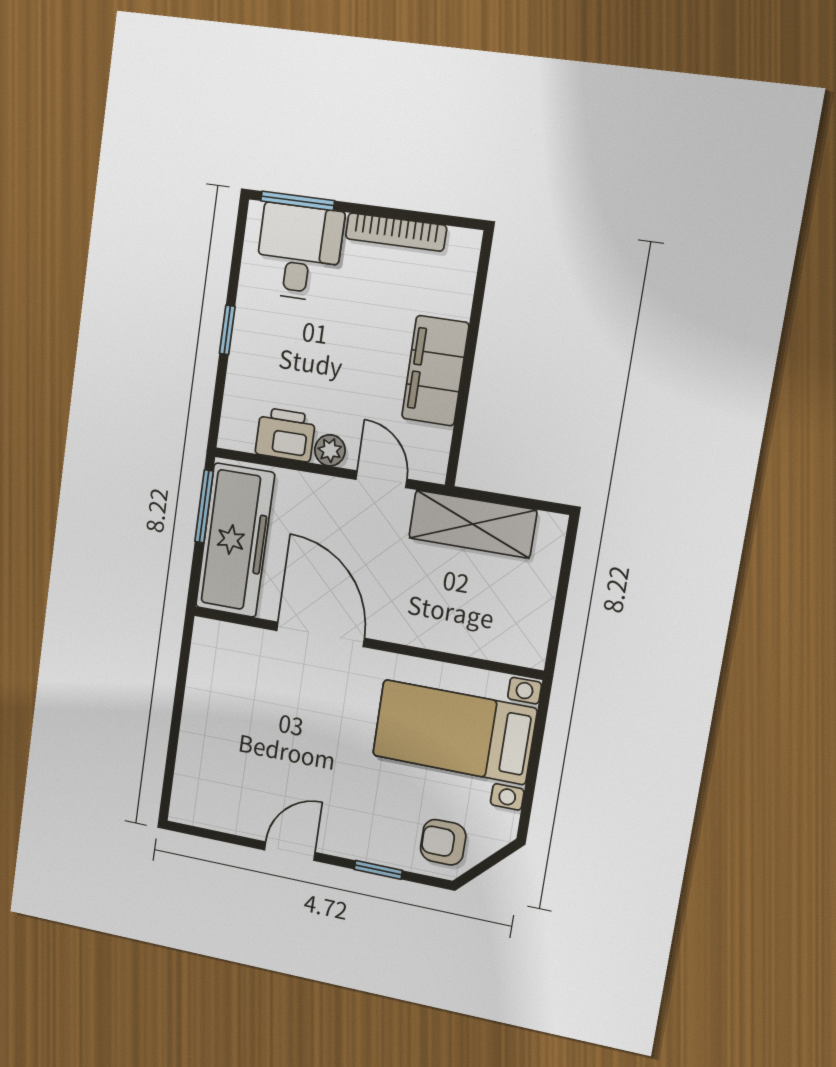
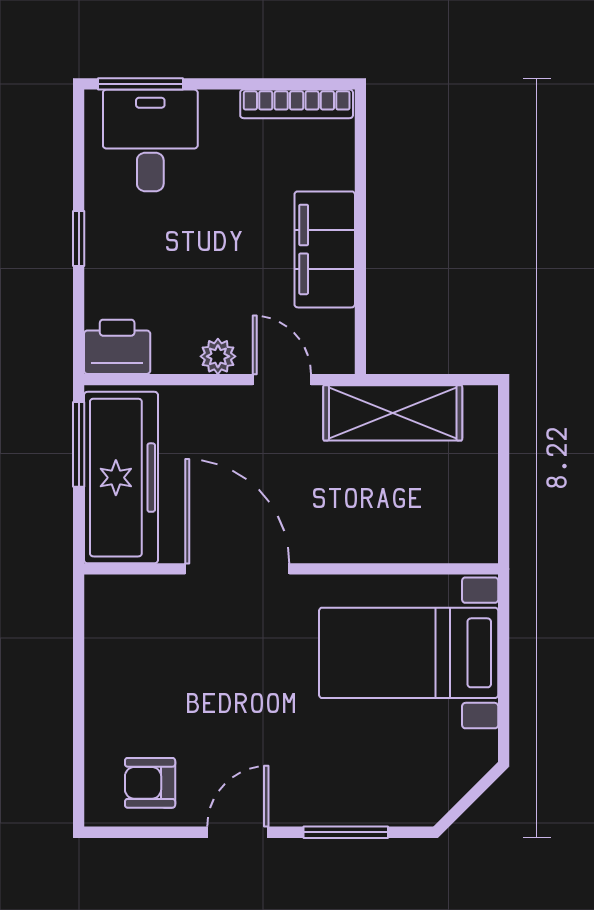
bookcase: (396, 232) -> (297, 104), moved
printer: (285, 435) -> (117, 347), moved
armchair: (443, 842) -> (150, 783), moved
window: (378, 870) -> (346, 832), width x1.50

